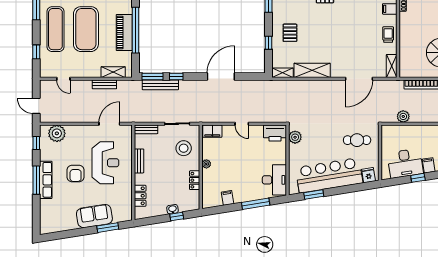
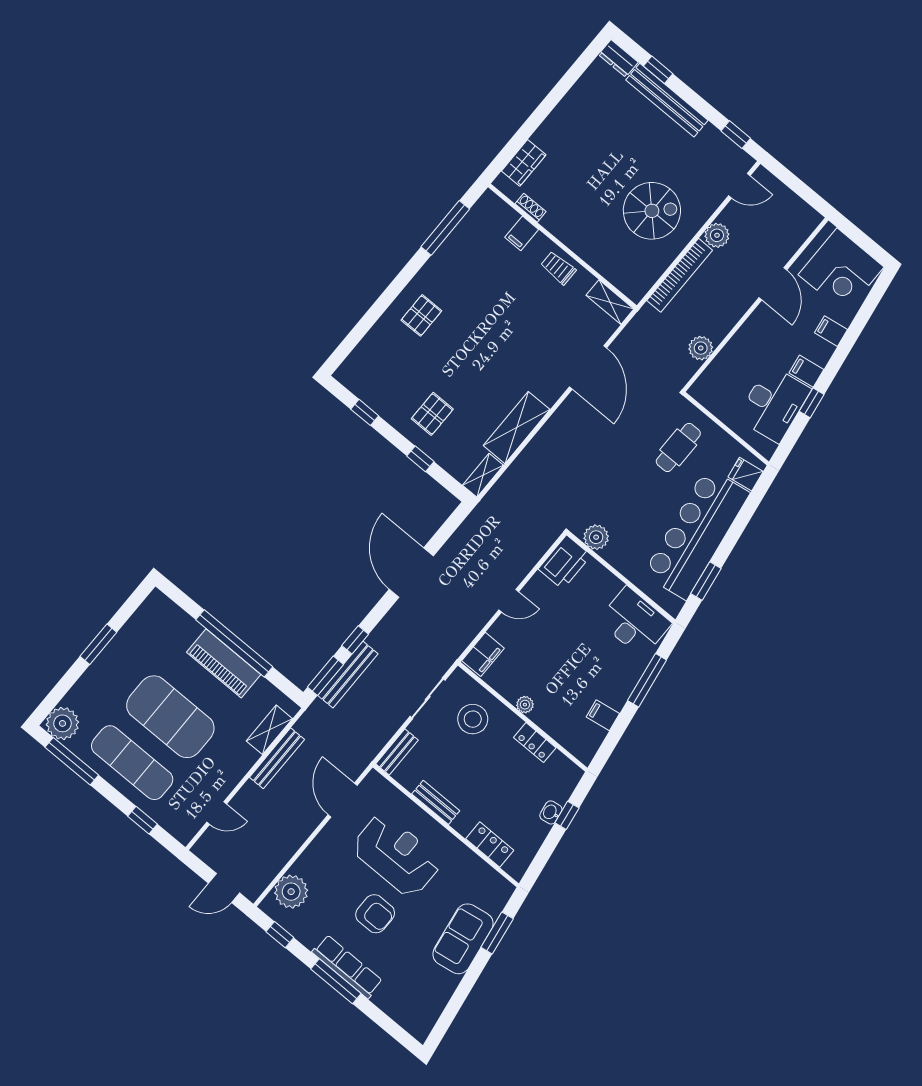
pallet: (290, 33) -> (432, 414), turned 90
bench: (104, 84) -> (277, 758), width x1.36

